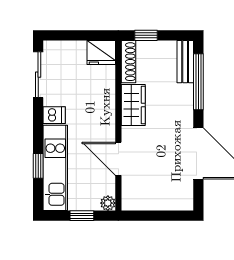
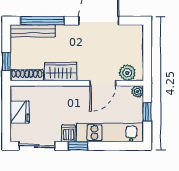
fridge: (101, 53) -> (20, 112), moved
bench: (185, 62) -> (33, 31), width x1.36
window: (38, 166) -> (78, 146), moved
plant: (132, 190) -> (127, 73), added

